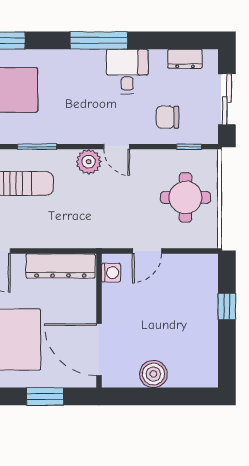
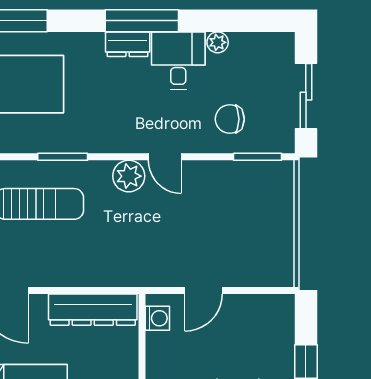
plant: (158, 57) -> (218, 42), added
dresser: (185, 59) -> (128, 44), moved
window: (189, 147) -> (257, 157), width x1.50
round table: (185, 197) -> (253, 222), removed

